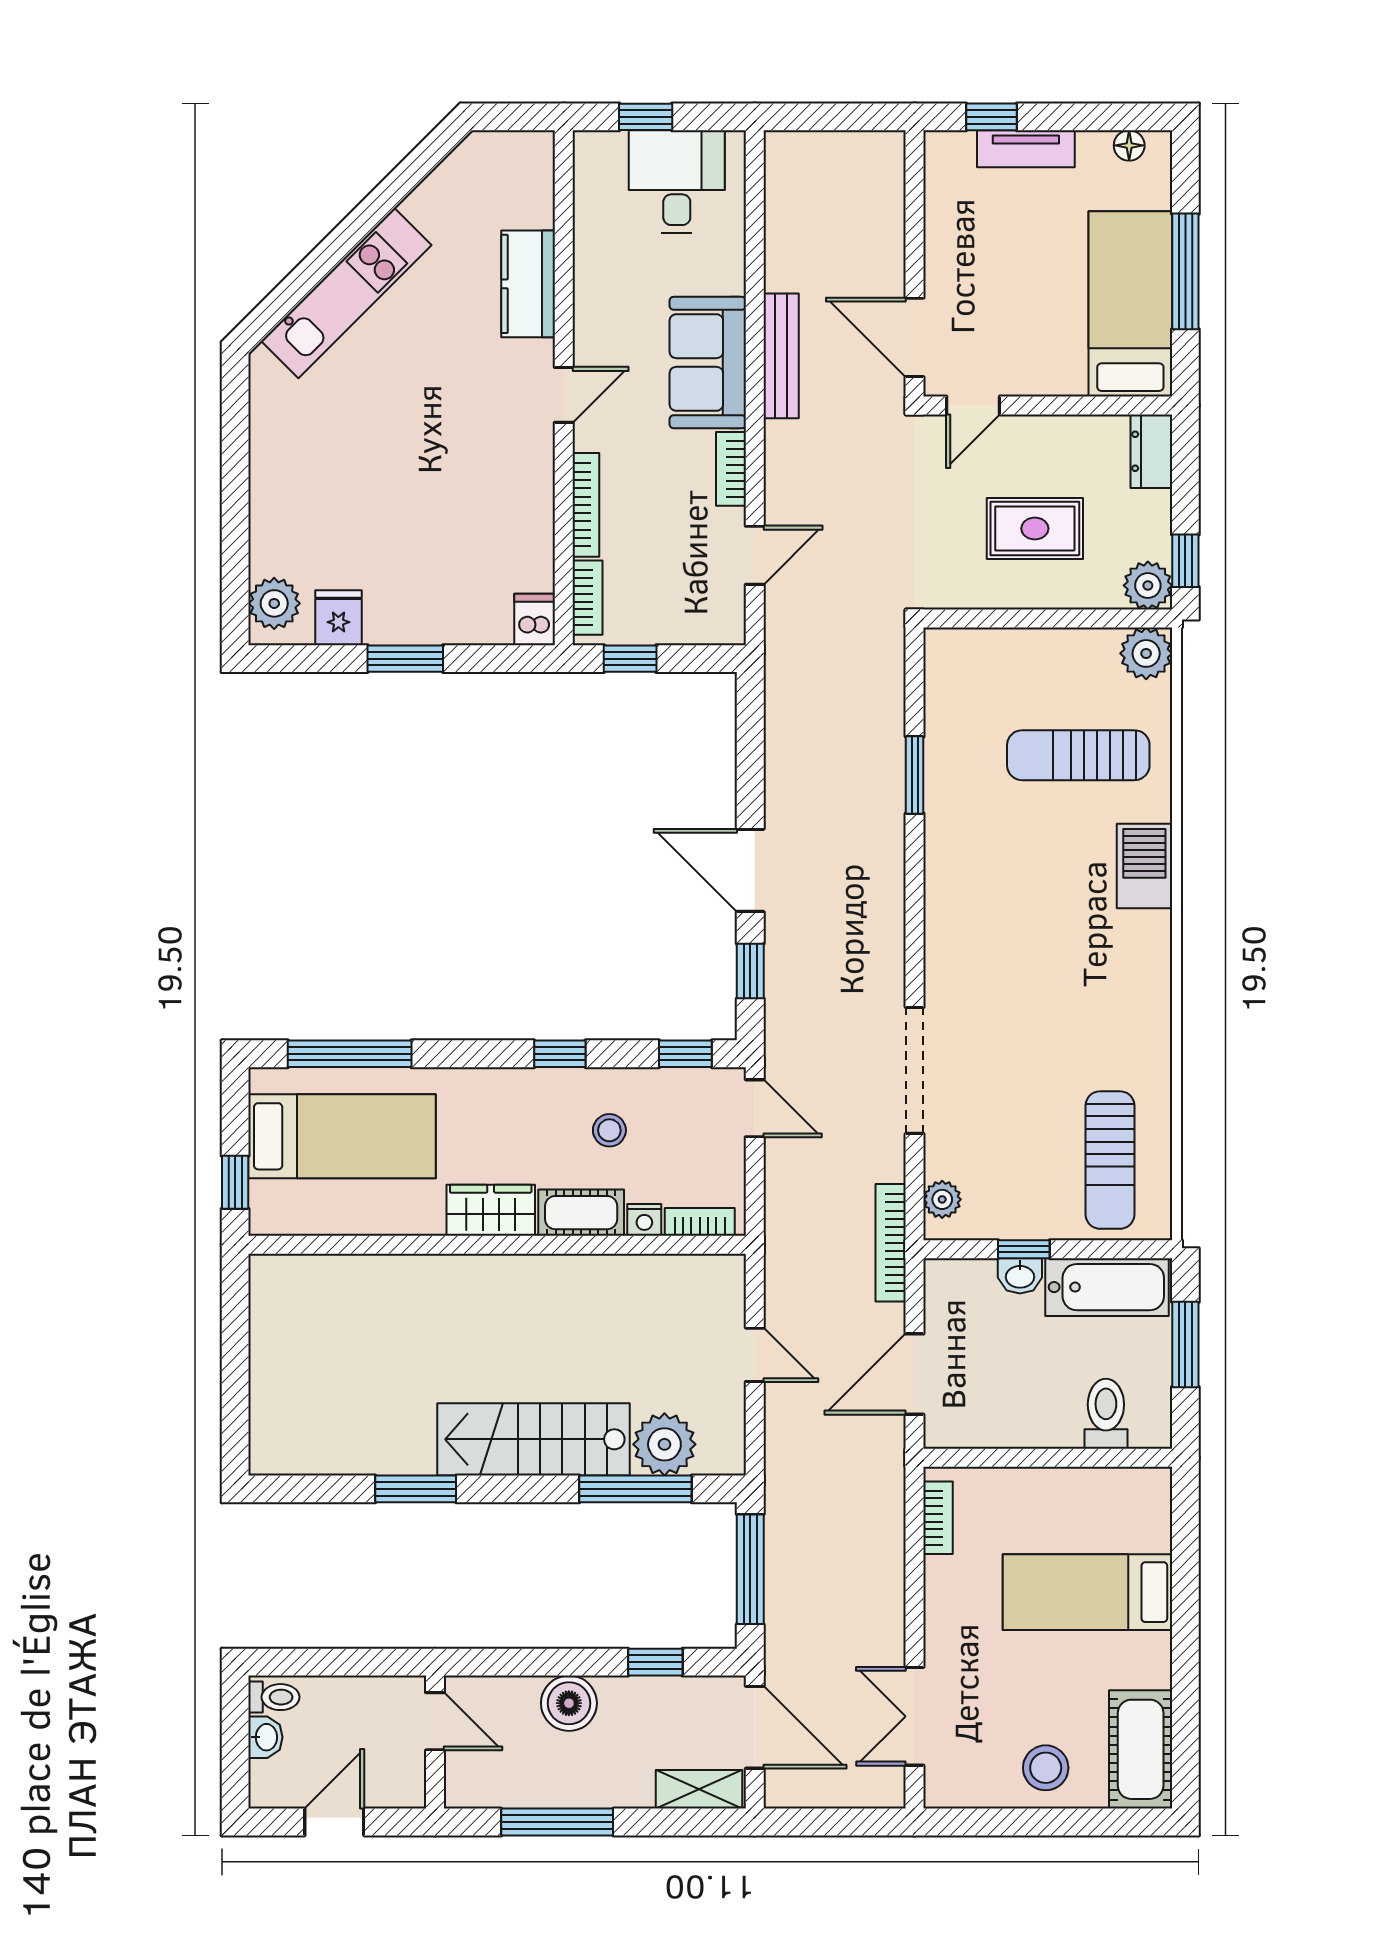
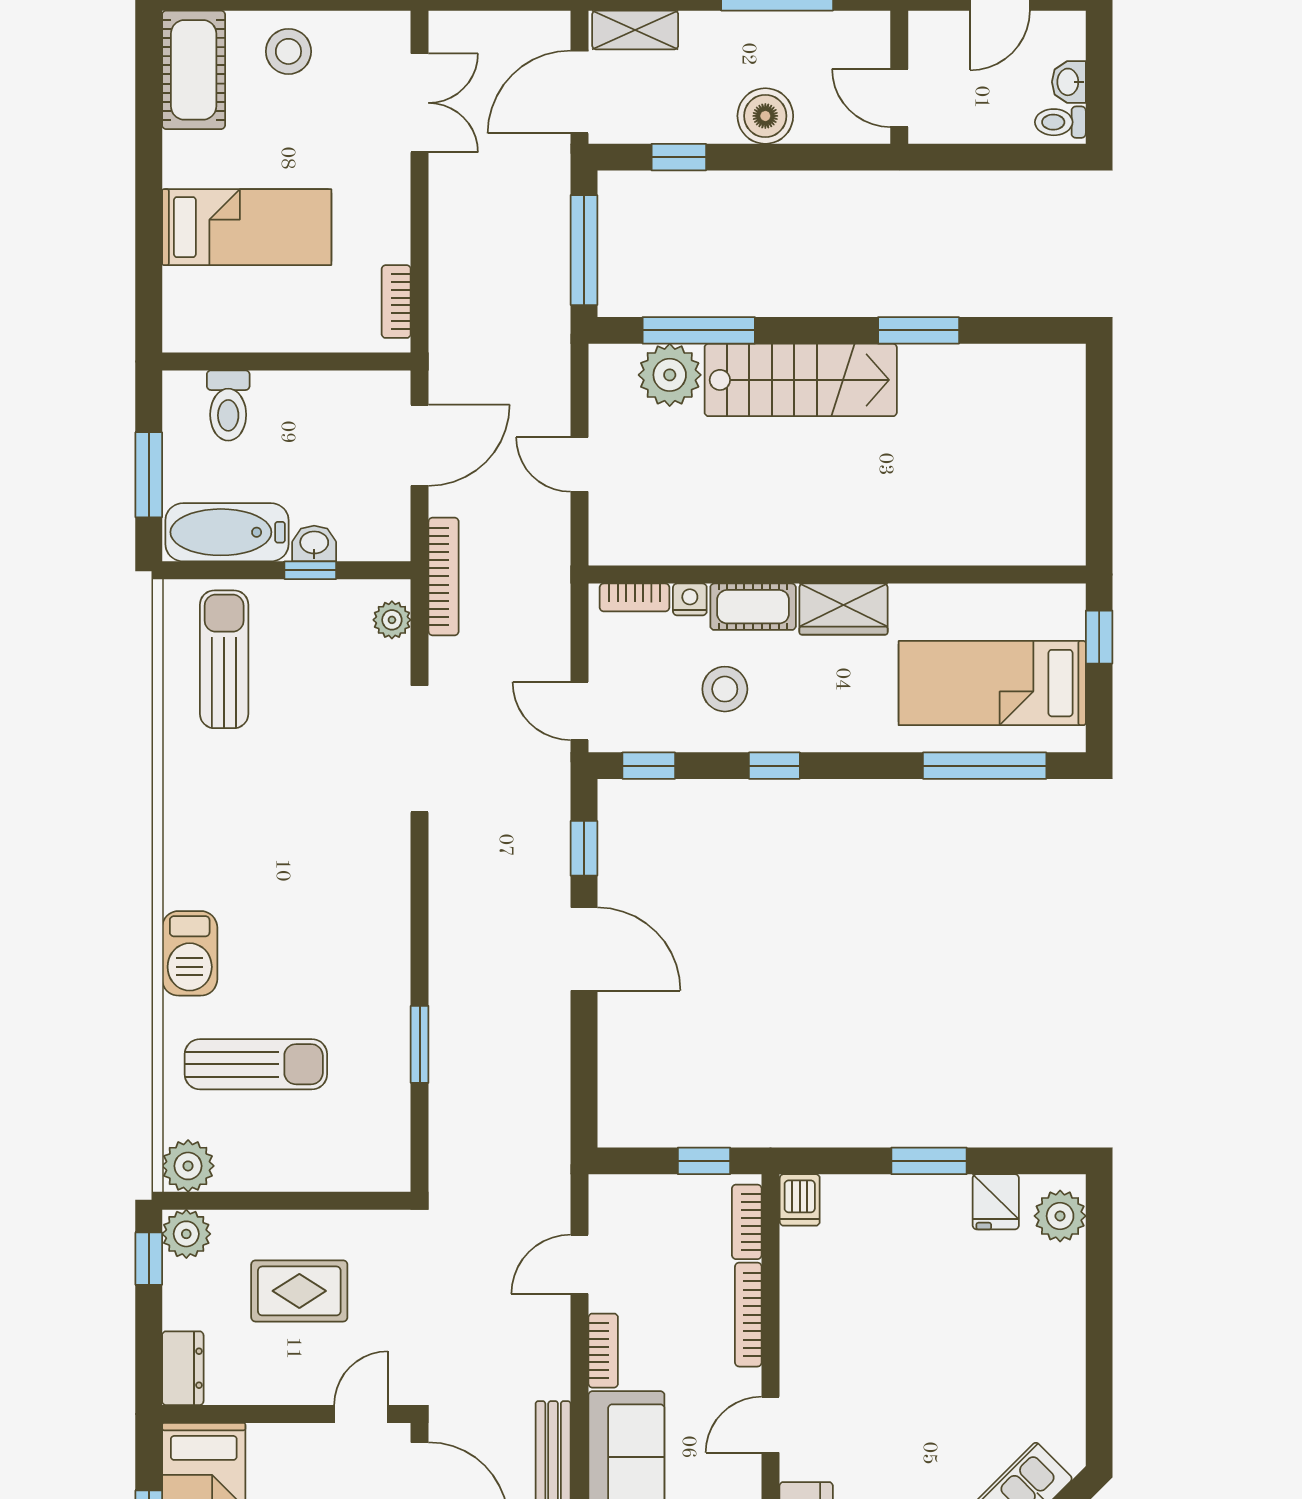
stool: (609, 1130) -> (725, 689), width x1.37, depth x1.37
door: (755, 1727) -> (579, 92), hinge flipped

